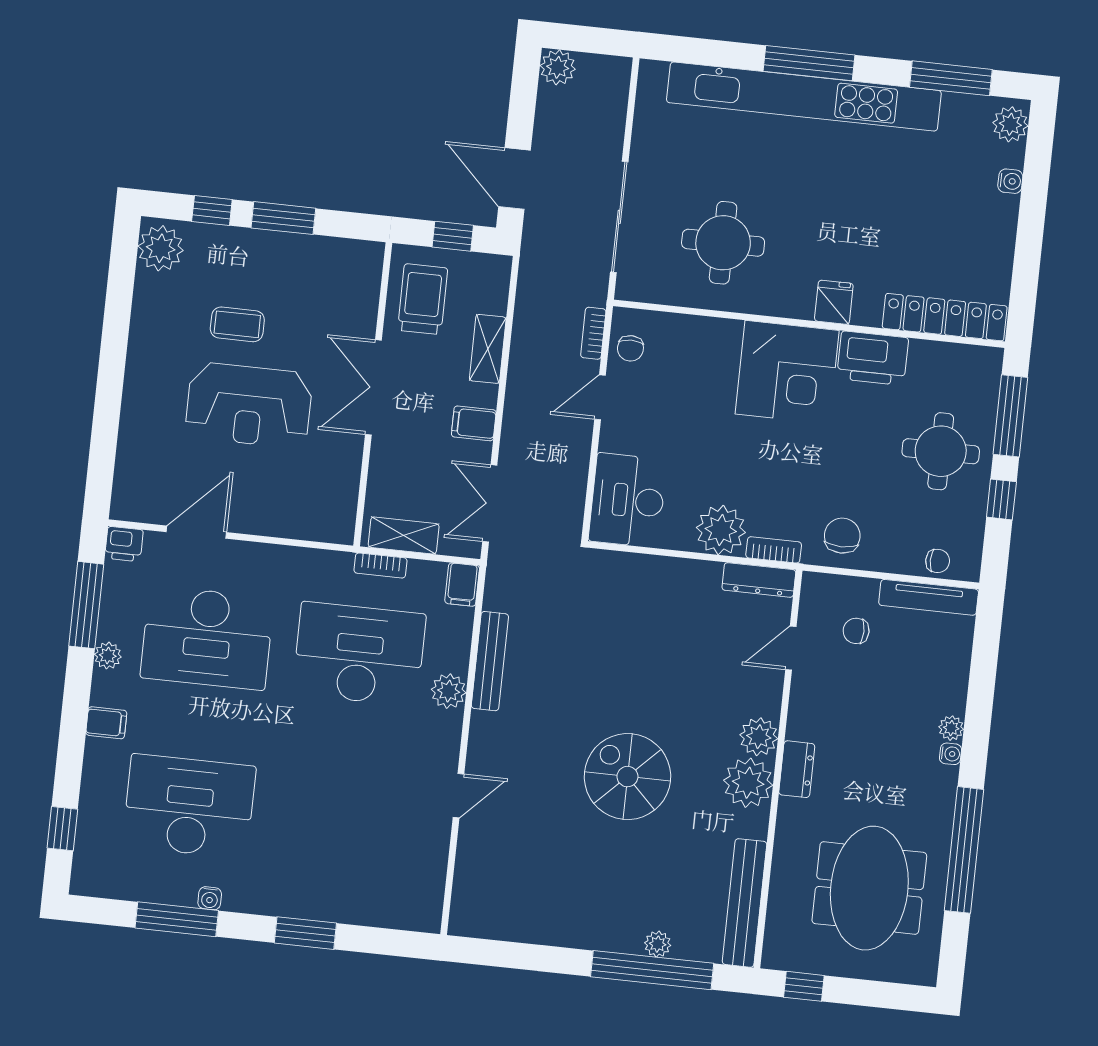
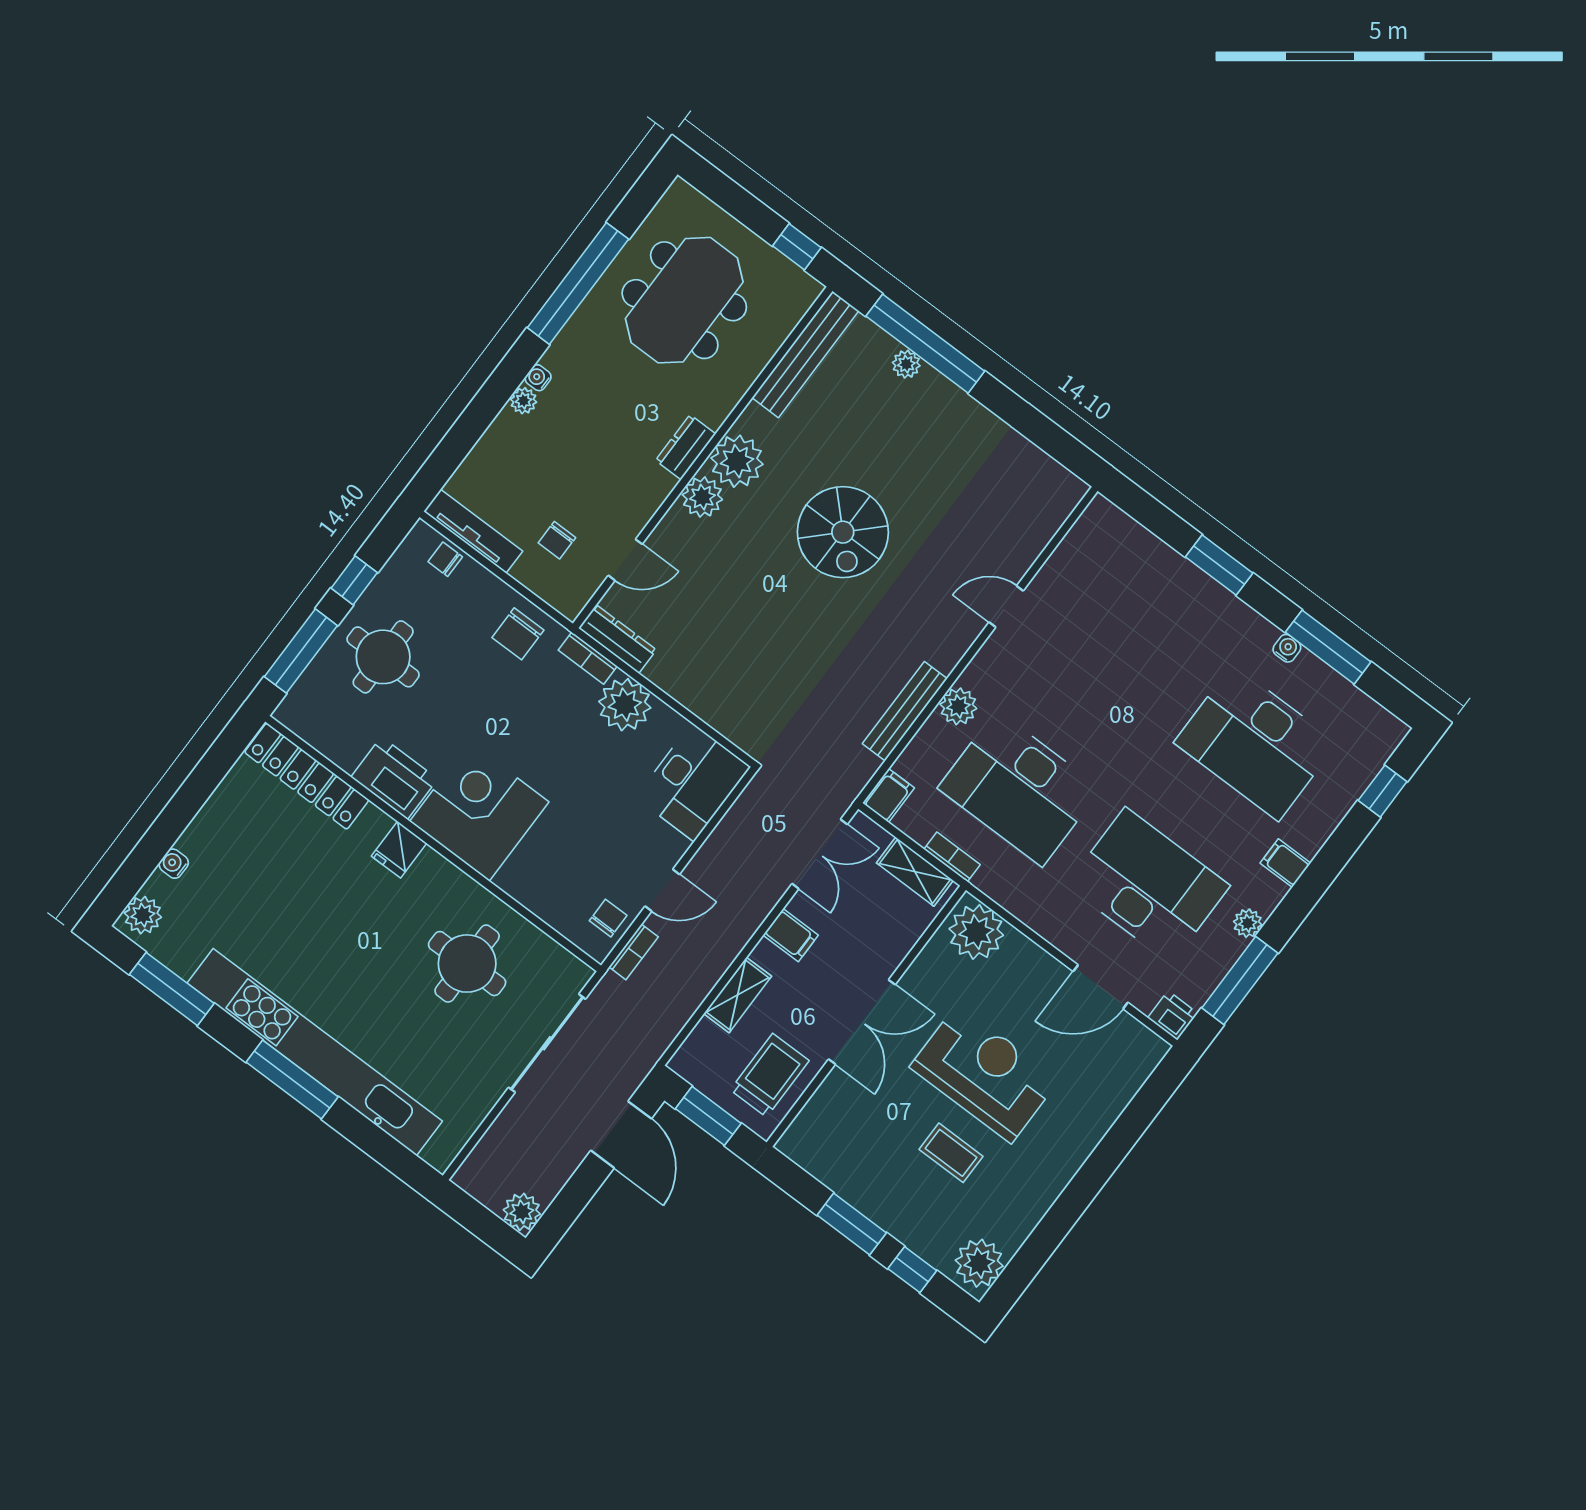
window: (453, 236) -> (708, 1116), width x1.50
trolley: (423, 299) -> (770, 1075), turned 180
plant: (324, 516) -> (976, 932), added
chair: (856, 631) -> (557, 540), turned 90

